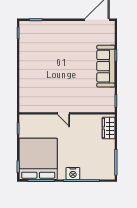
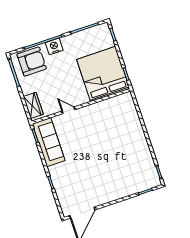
sofa: (106, 66) -> (49, 142), moved
door: (63, 113) -> (68, 110), moved
bed: (38, 159) -> (103, 74), moved, turned 180
armchair: (97, 167) -> (32, 61), added

